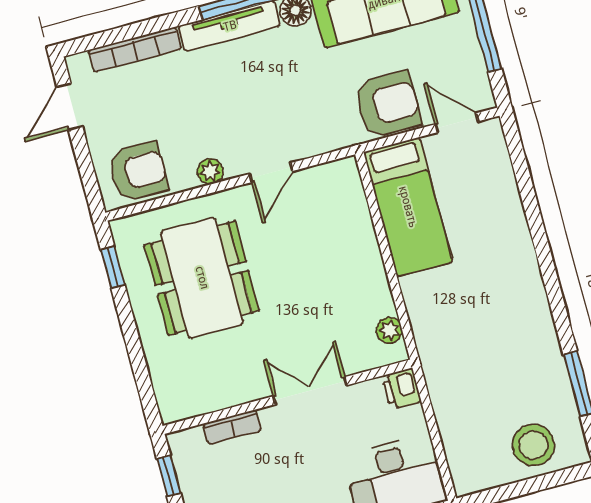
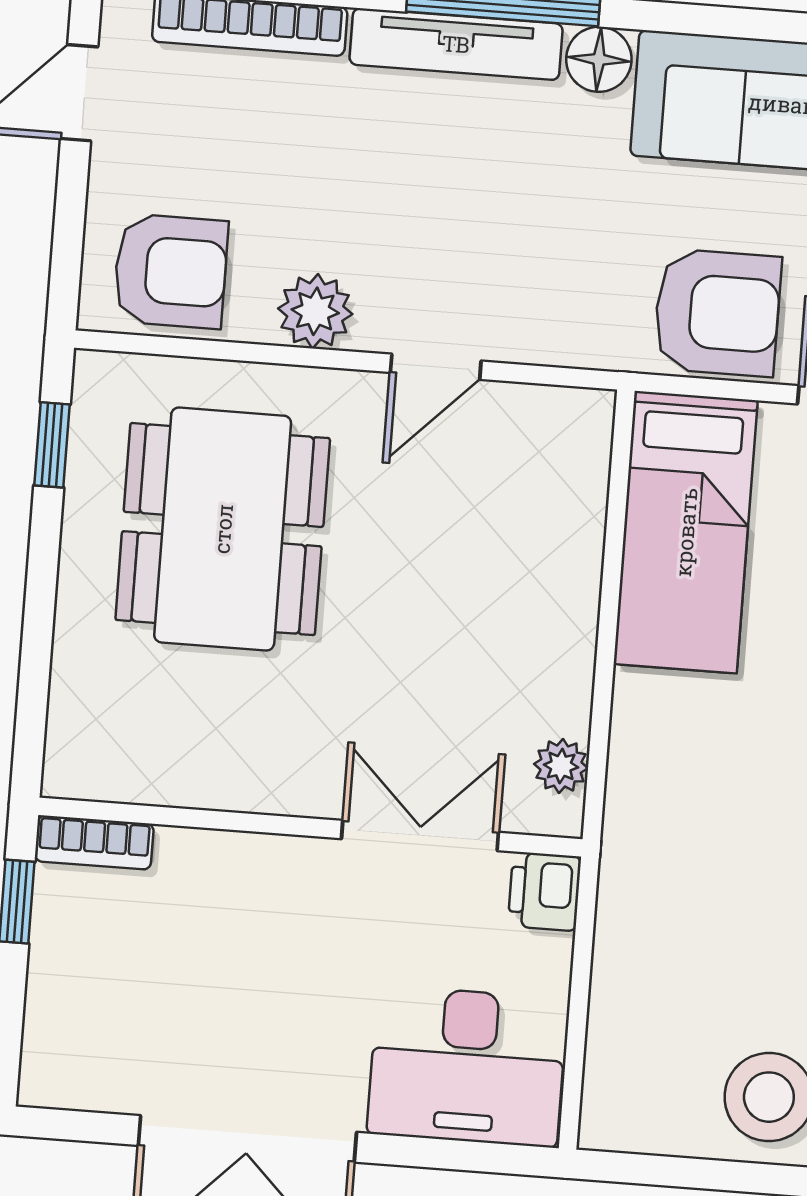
plant: (210, 171) -> (315, 311), width x1.38, depth x1.38
double door: (310, 391) -> (420, 836), moved
bookcase: (232, 427) -> (94, 842), moved

